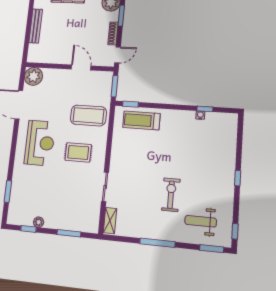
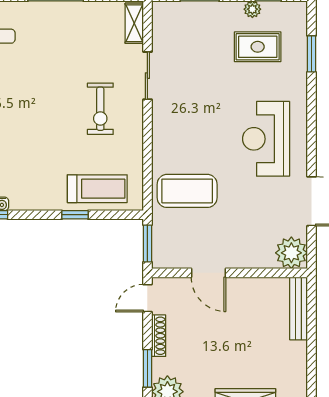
bench: (36, 26) -> (299, 308), moved
window: (130, 104) -> (75, 215), moved
rug: (78, 152) -> (258, 47), moved
exercise bike: (171, 195) -> (100, 109), moved

